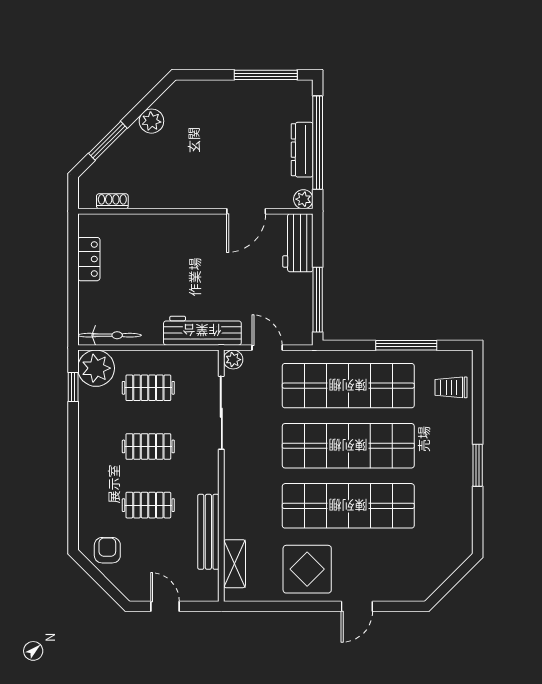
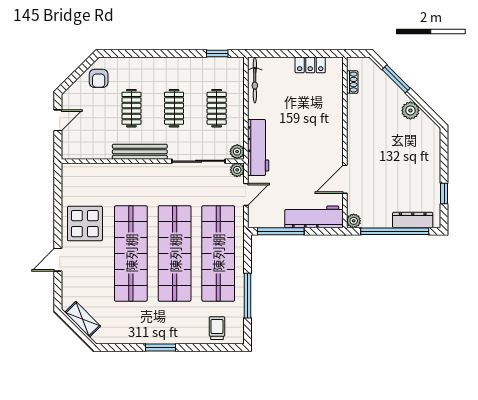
window: (266, 75) -> (444, 194), width x0.46
dresser: (302, 150) -> (413, 220), moved
door: (246, 211) -> (345, 179), hinge flipped
workbench: (298, 243) -> (314, 217), width x1.38
plant: (96, 368) -> (237, 152), moved, width x0.53, depth x0.53
bench: (208, 532) -> (140, 152), moved
armchair: (107, 550) -> (99, 78), turned 90
shelving: (234, 564) -> (83, 319), moved, turned 45
door: (357, 606) -> (58, 260), hinge flipped

